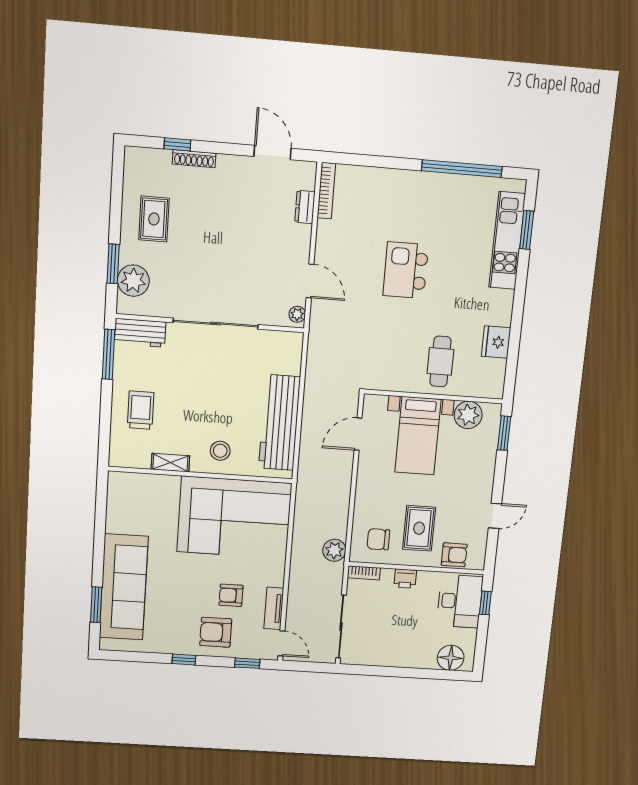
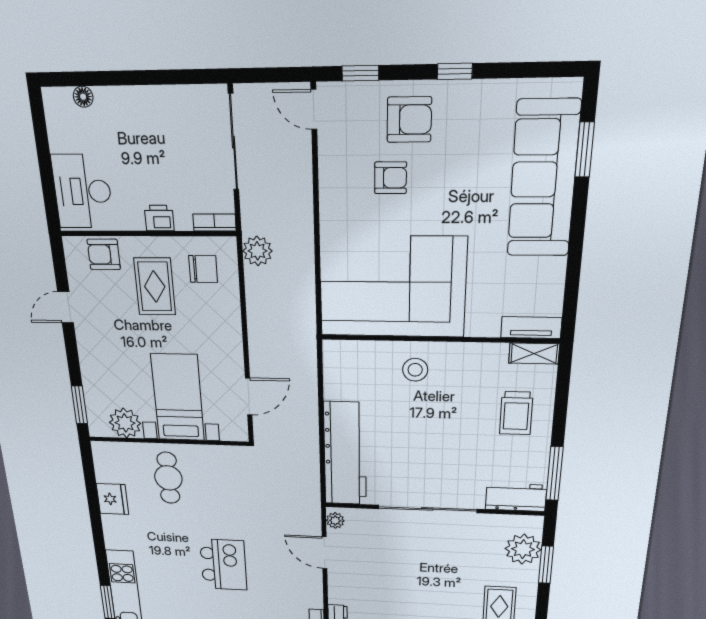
workbench: (279, 423) -> (345, 454), moved
shelving: (170, 463) -> (534, 353), moved
window: (485, 603) -> (49, 191), removed
tv unit: (274, 608) -> (531, 328), moved, turned -90
floor lamp: (451, 658) -> (83, 97), width x0.53, depth x0.53

